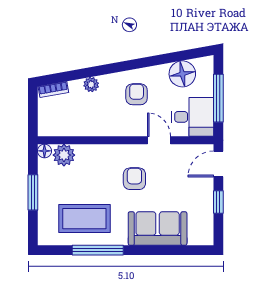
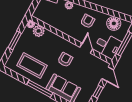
door: (218, 164) -> (108, 74), swing flipped
window: (98, 250) -> (40, 89), moved

